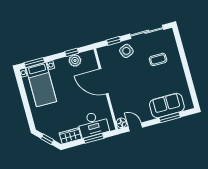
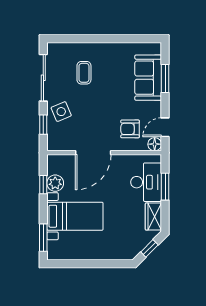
bed with nightstands: (41, 85) -> (75, 216), moved
armchair: (127, 103) -> (130, 129), added

